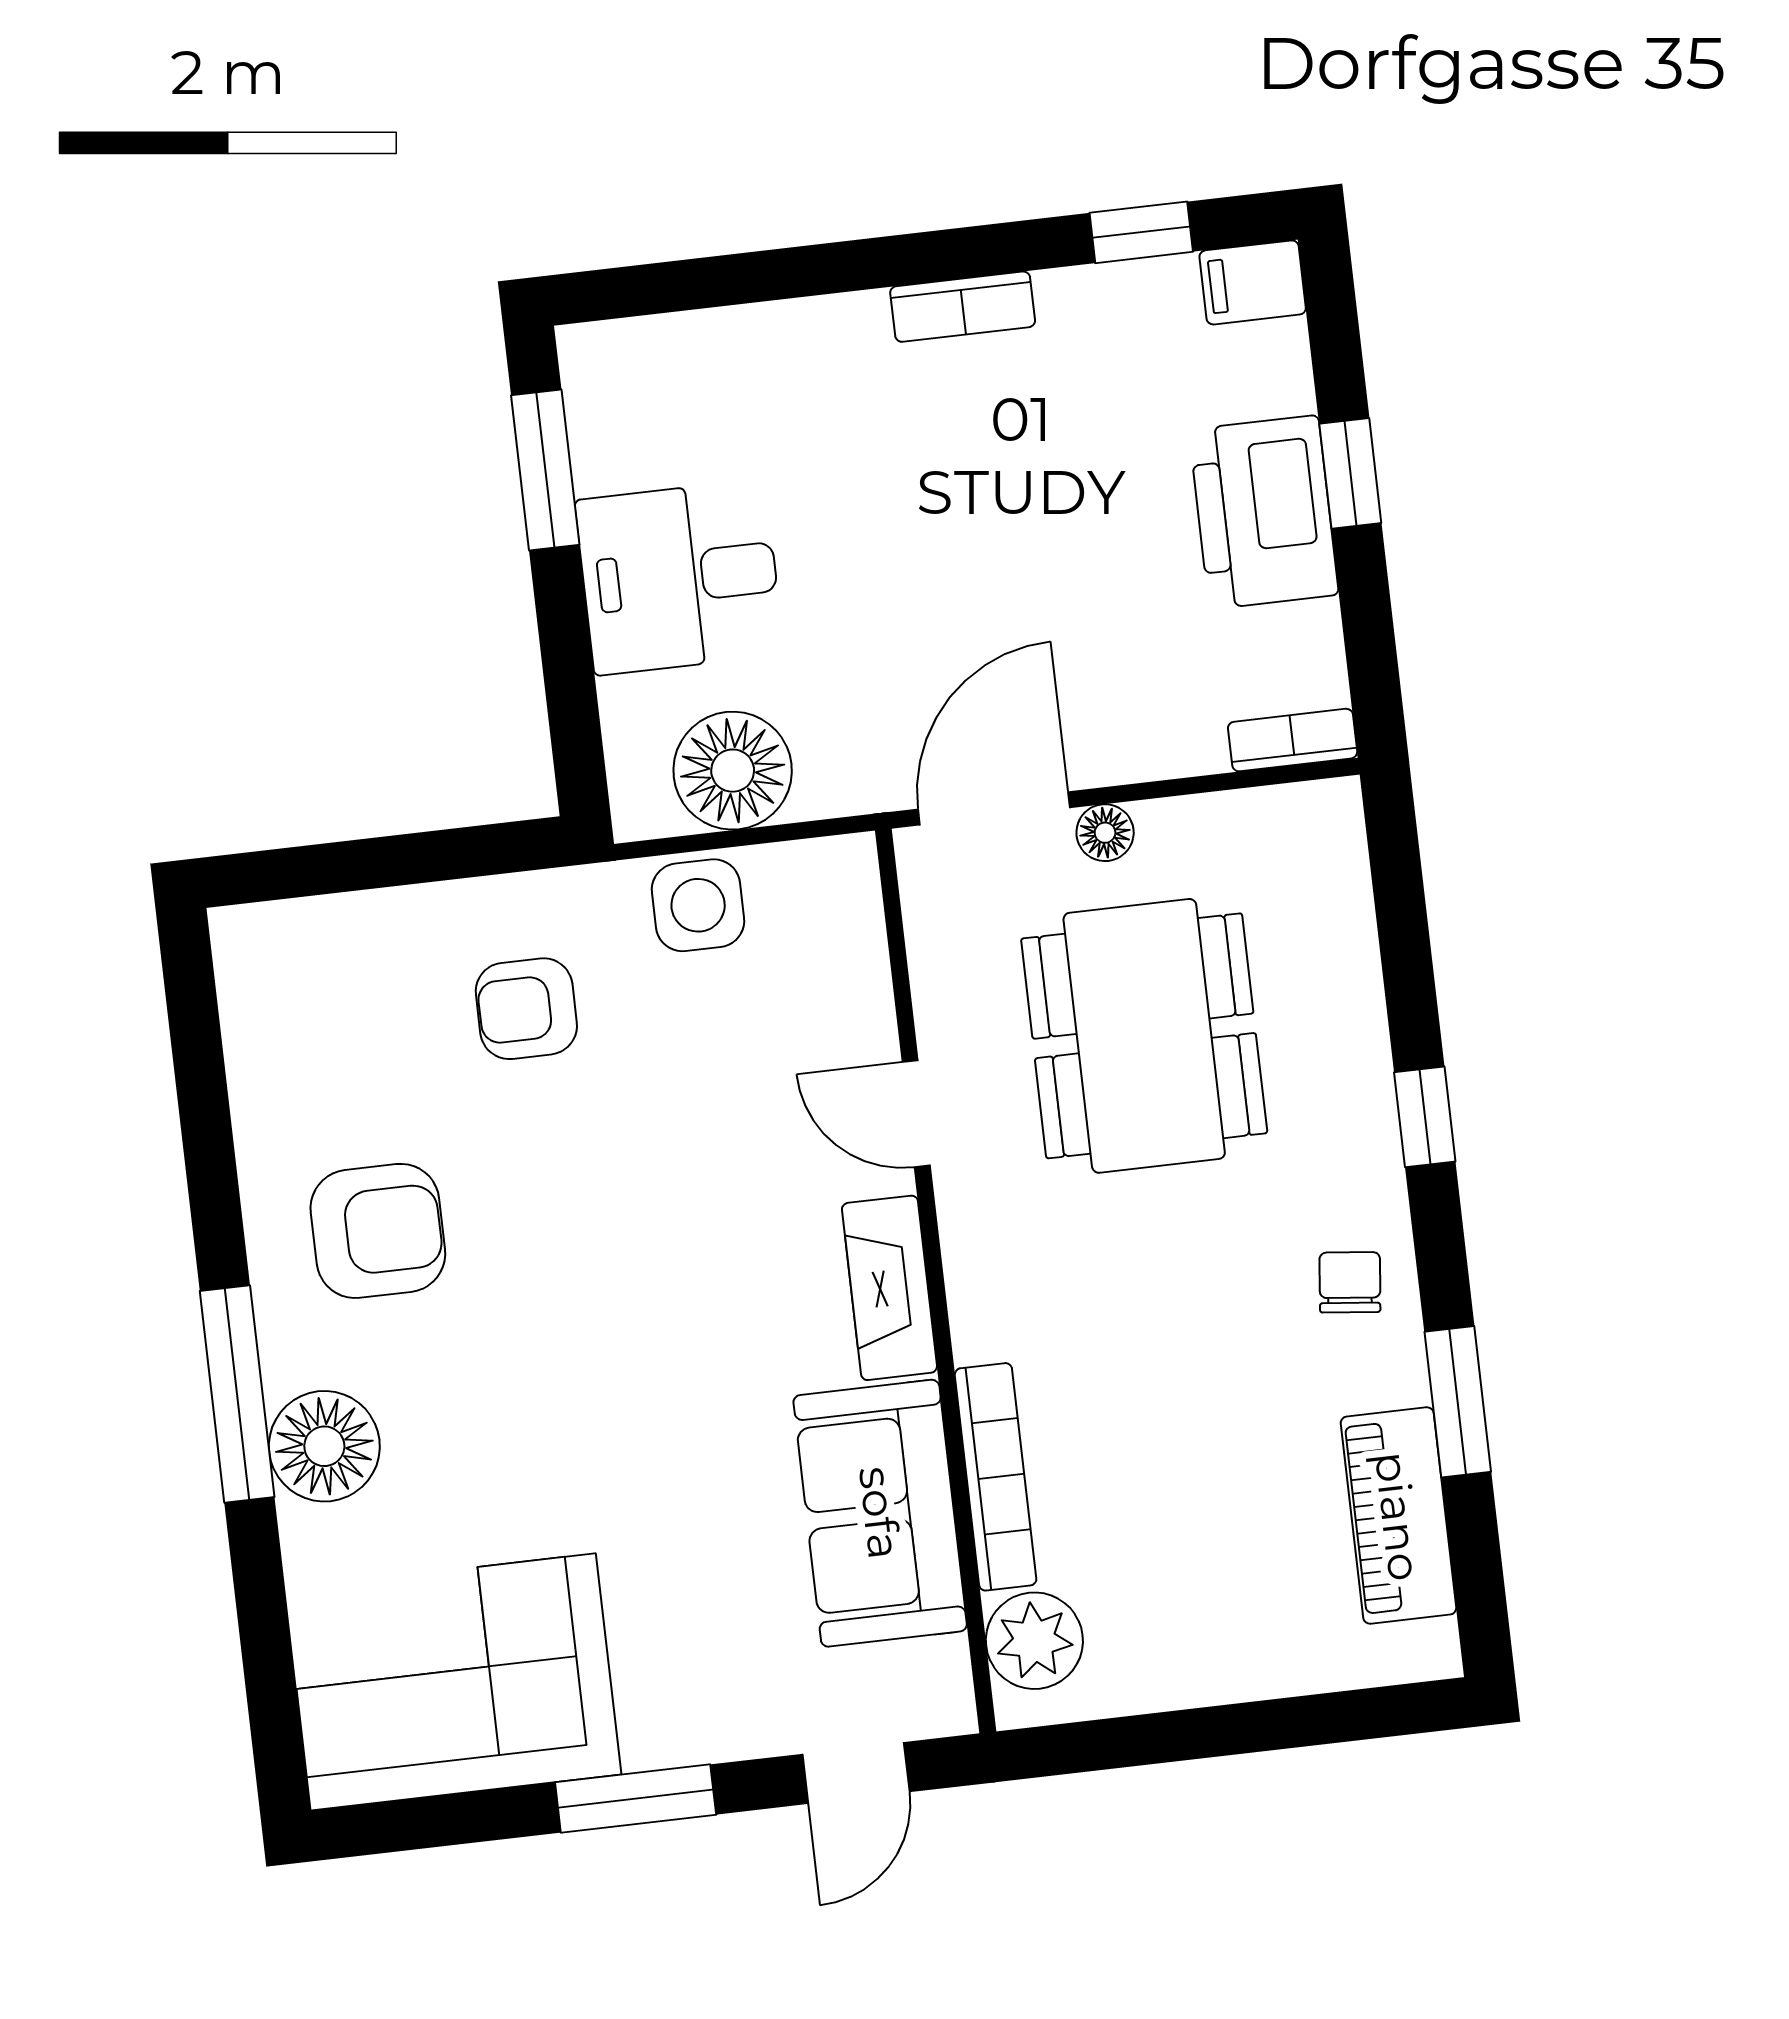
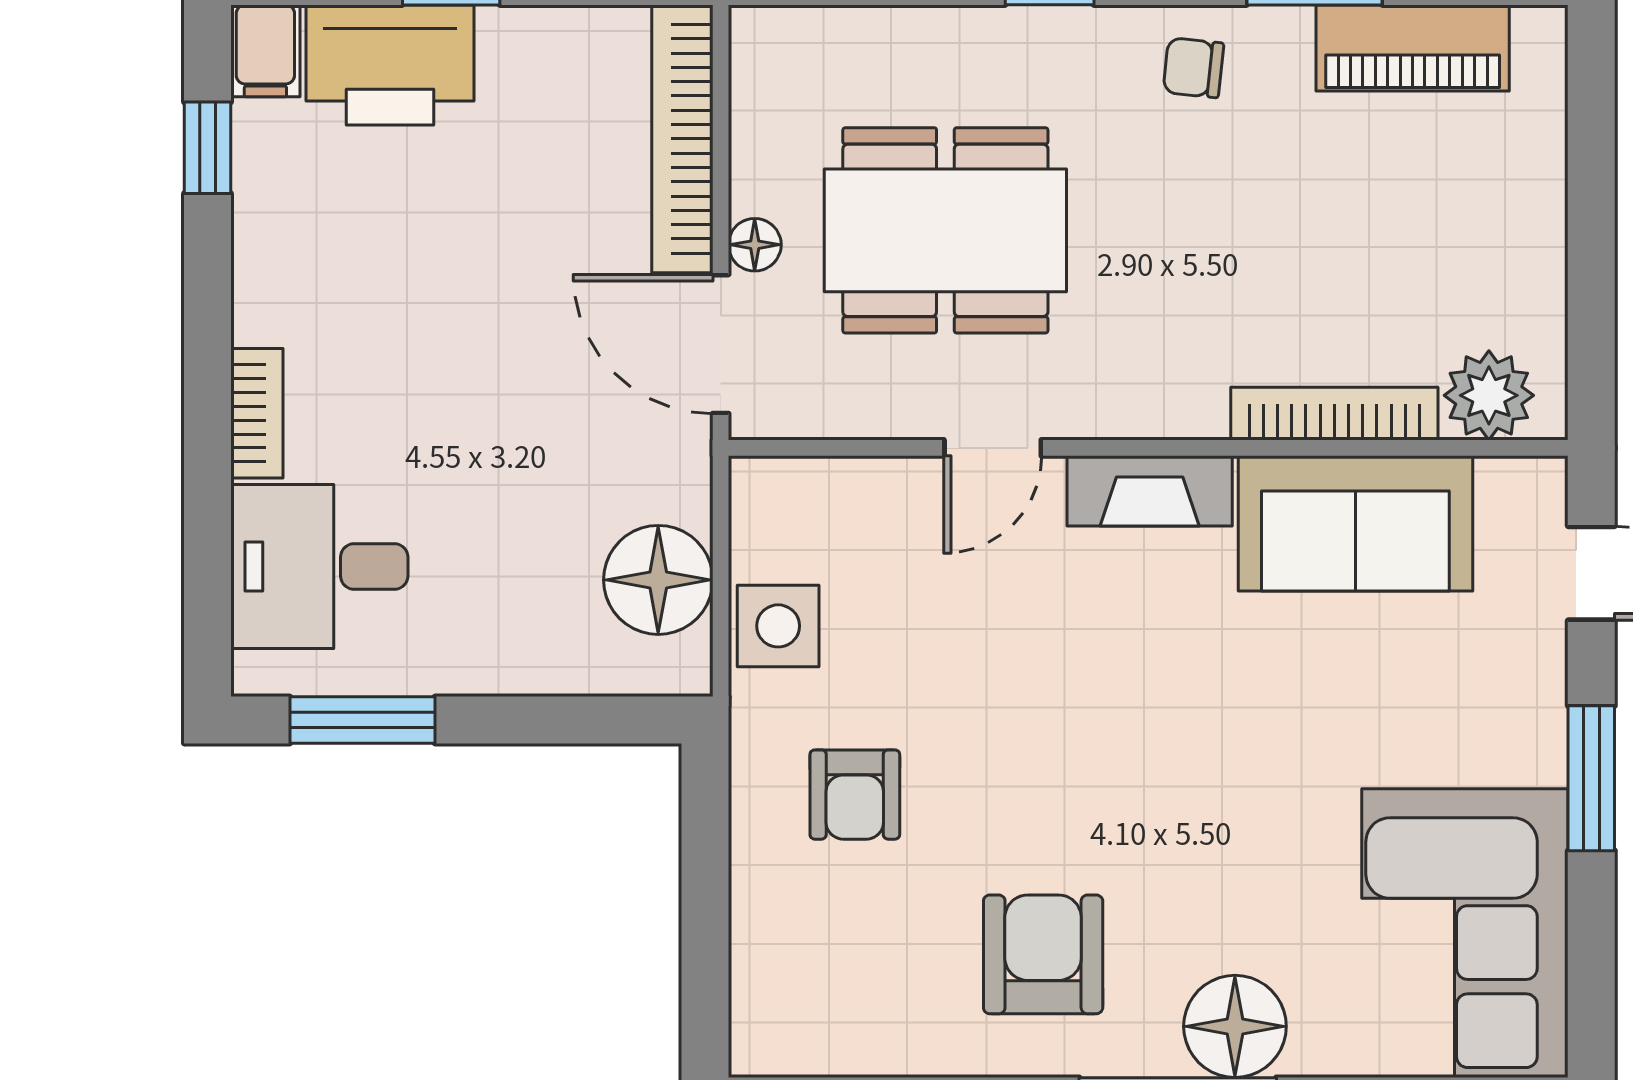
bookcase: (963, 307) -> (257, 413), moved
printer: (1264, 512) -> (390, 65), moved
desk: (680, 577) -> (319, 567), moved, turned 90
bookcase: (1293, 740) -> (682, 139), width x2.31, depth x1.31

